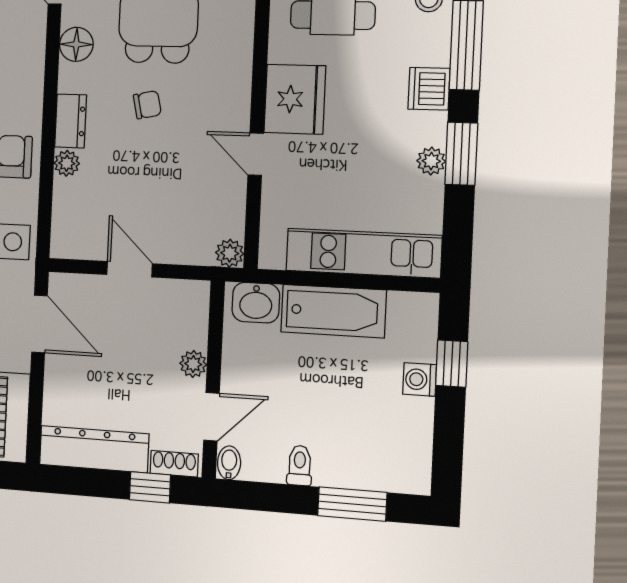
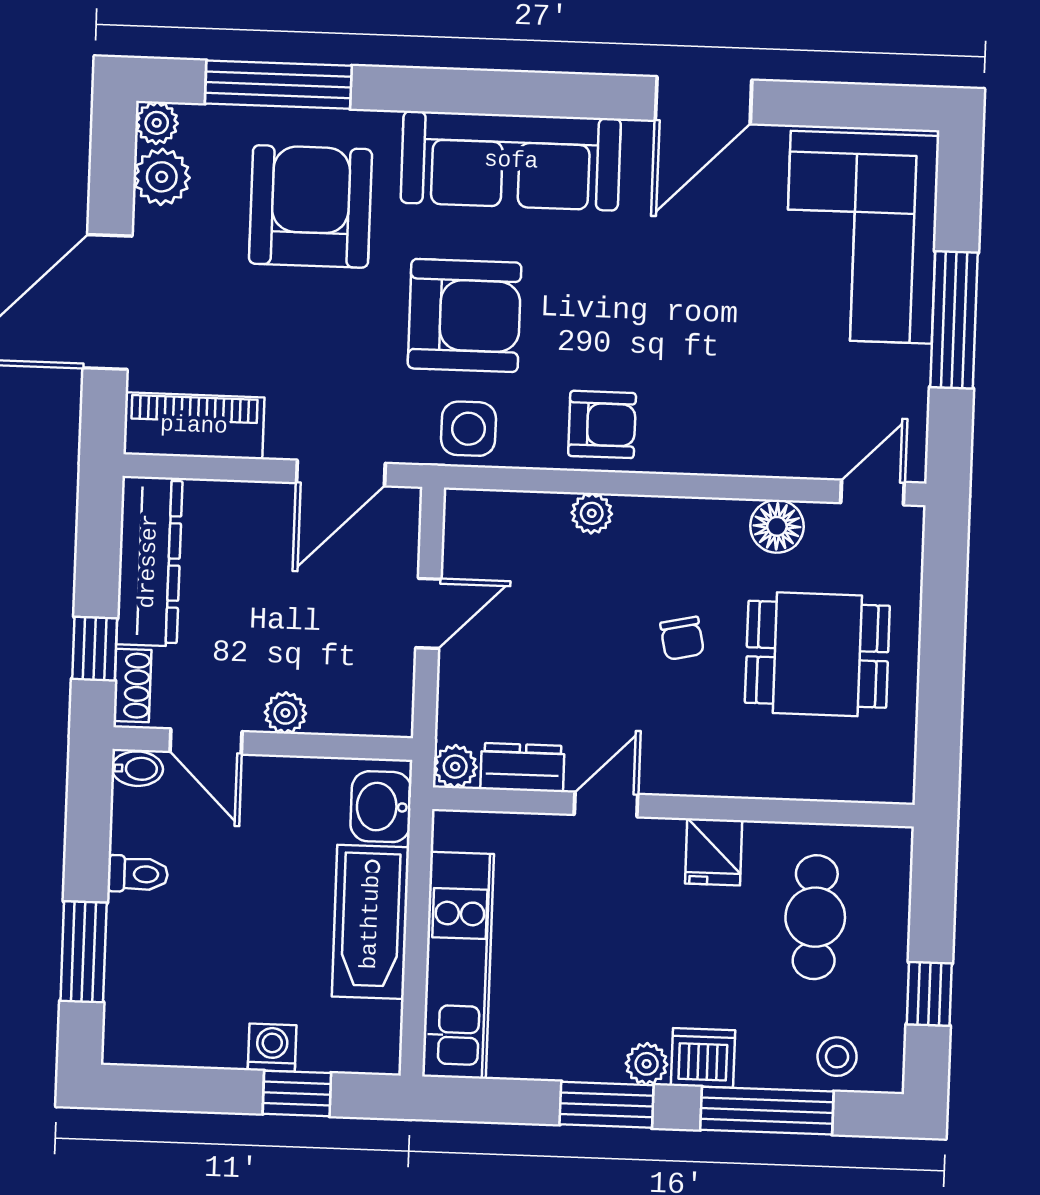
fridge: (295, 99) -> (714, 852), width x0.53, depth x0.75
dresser: (71, 121) -> (522, 767), moved, turned 180
plant: (431, 161) -> (647, 1064), moved

